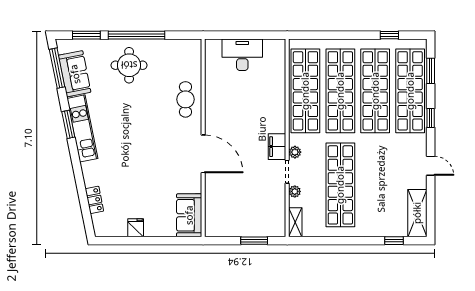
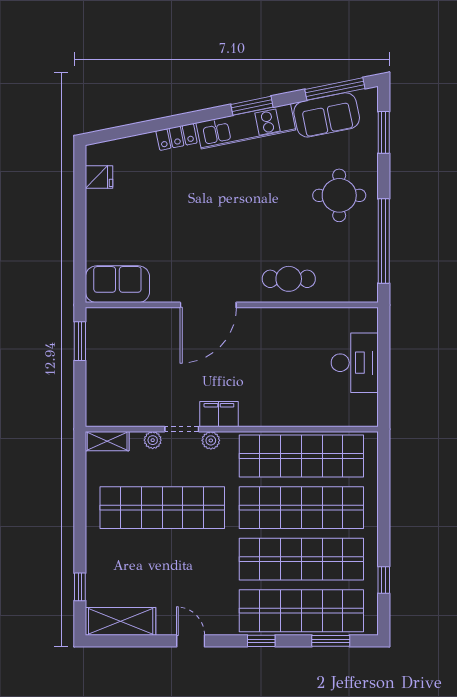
window: (136, 35) -> (384, 241), moved
door: (431, 166) -> (191, 641), swing flipped
locker: (94, 200) -> (177, 137), moved
fridge: (136, 228) -> (99, 177), moved
window: (254, 241) -> (80, 341), moved

